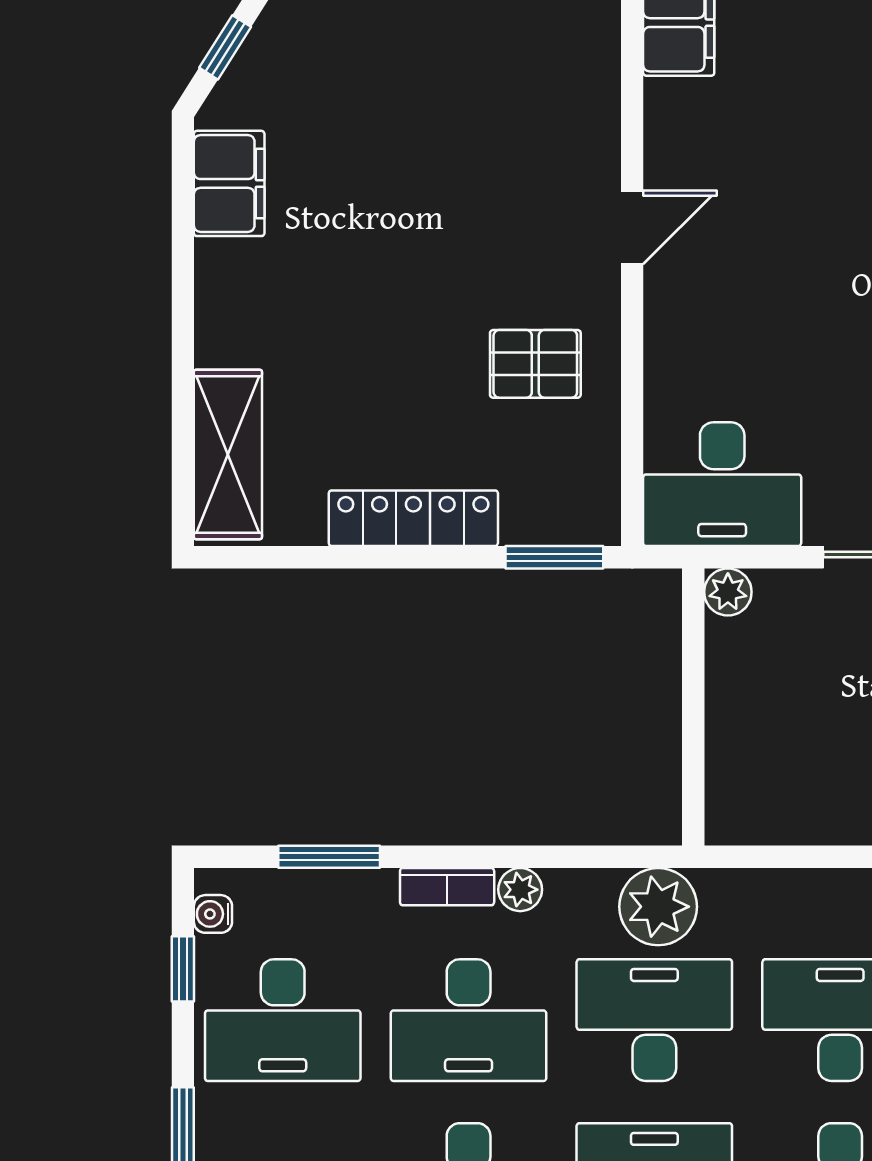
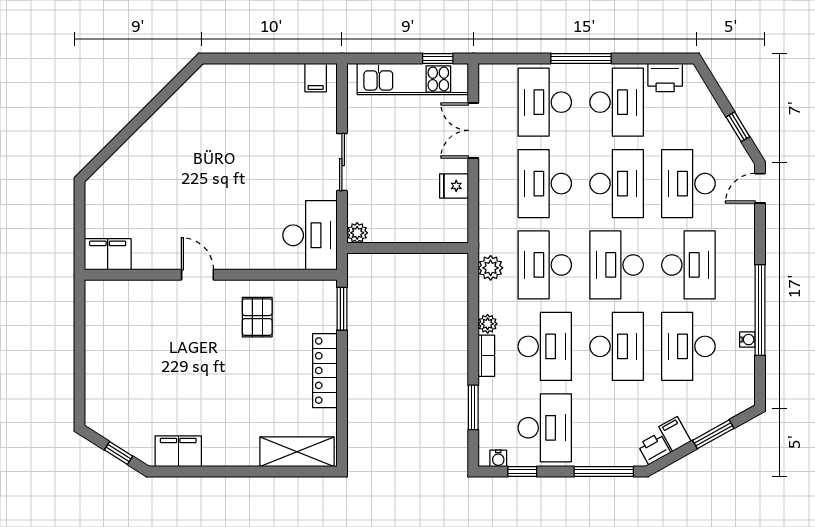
fridge: (835, 813) -> (454, 186), added
plant: (658, 907) -> (491, 268), width x0.73, depth x0.73

